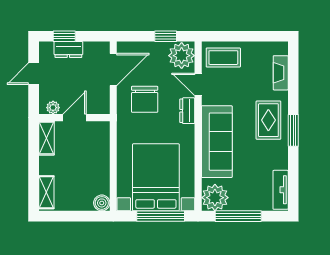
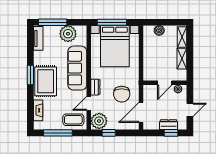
window: (248, 36) -> (58, 133), added
door: (198, 84) -> (89, 103), swing flipped
chair: (145, 99) -> (122, 94), turned 180
rug: (268, 120) -> (46, 81), width x1.36, depth x1.43
shelving: (47, 138) -> (182, 59), moved
plant: (215, 198) -> (68, 34), moved
boiler: (102, 203) -> (159, 30), moved
window: (238, 216) -> (53, 22), moved

